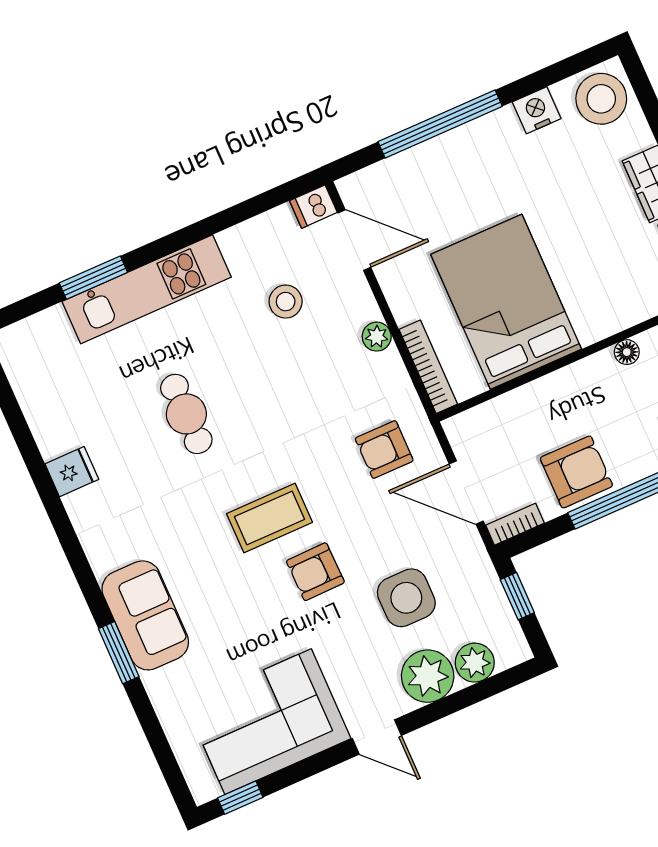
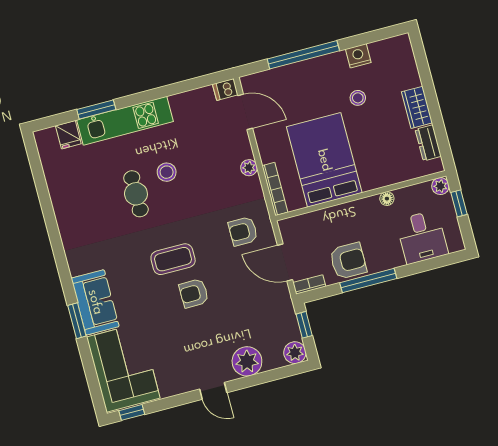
stool: (601, 99) -> (358, 98), moved, width x0.53, depth x0.53
stool: (286, 302) -> (167, 172), moved
fridge: (72, 472) -> (68, 135), moved, turned 90
side table: (406, 598) -> (242, 316), removed
plant: (475, 663) -> (295, 353), moved
corner sofa: (268, 722) -> (123, 368), moved, turned 90

